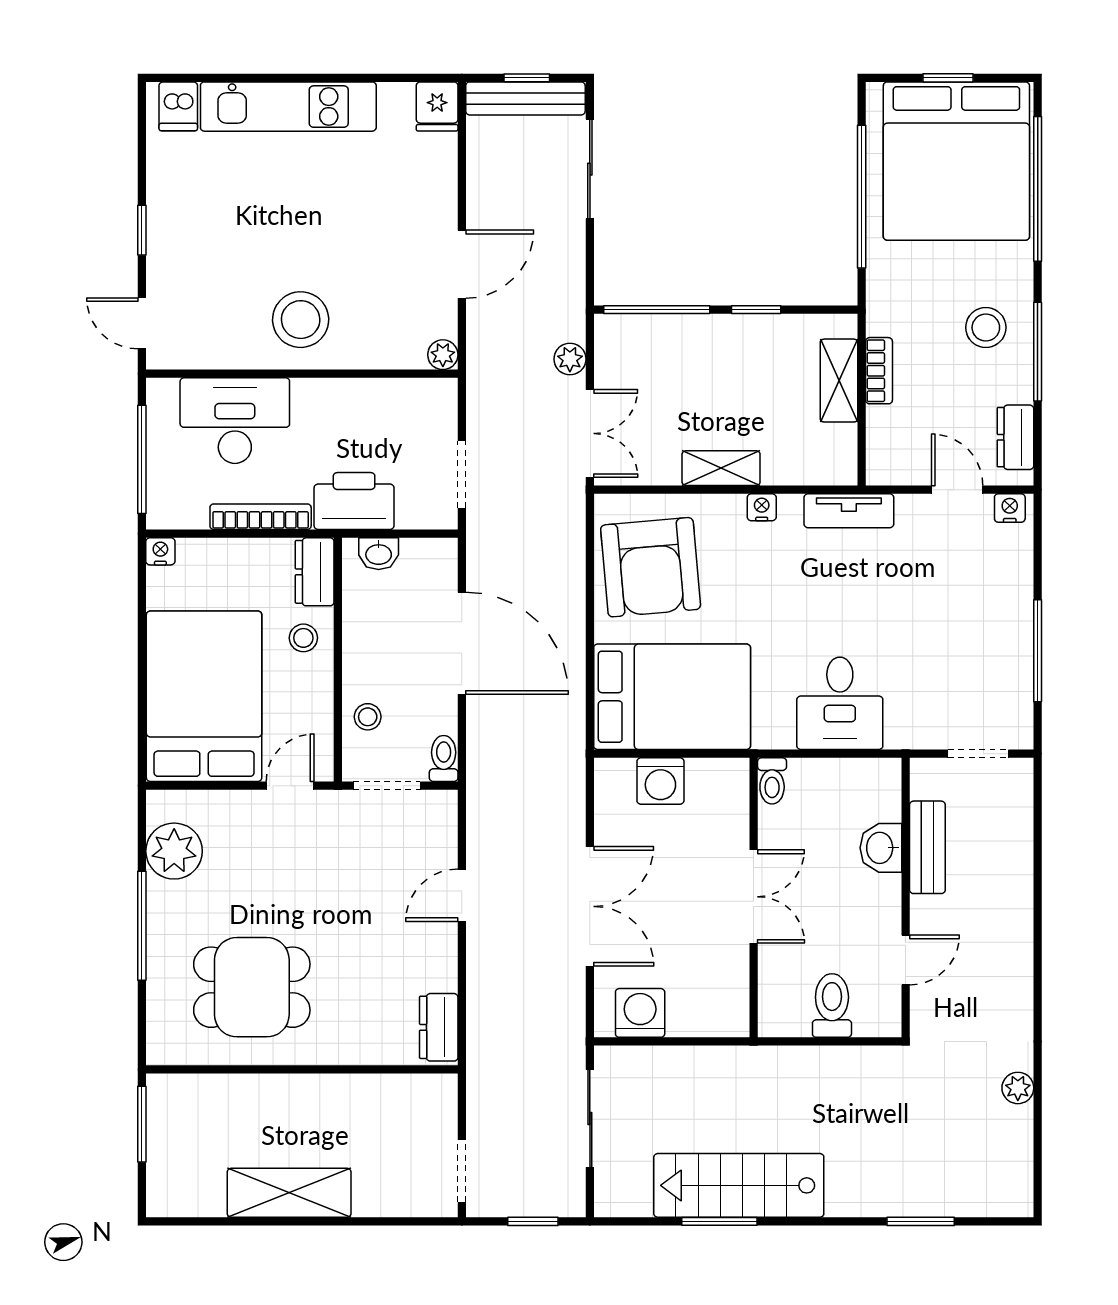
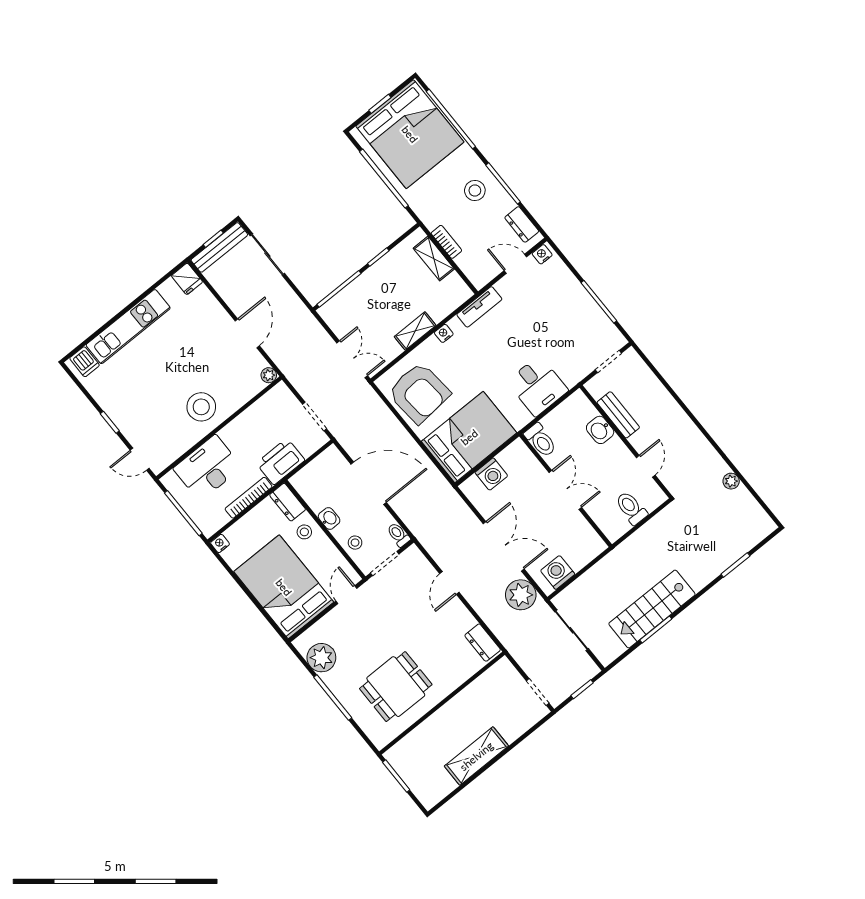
plant: (570, 359) -> (521, 595), moved, width x1.87, depth x1.87
washbasin: (379, 554) -> (329, 518), moved, turned -90
toilet: (772, 781) -> (540, 440), width x1.37, depth x1.39

